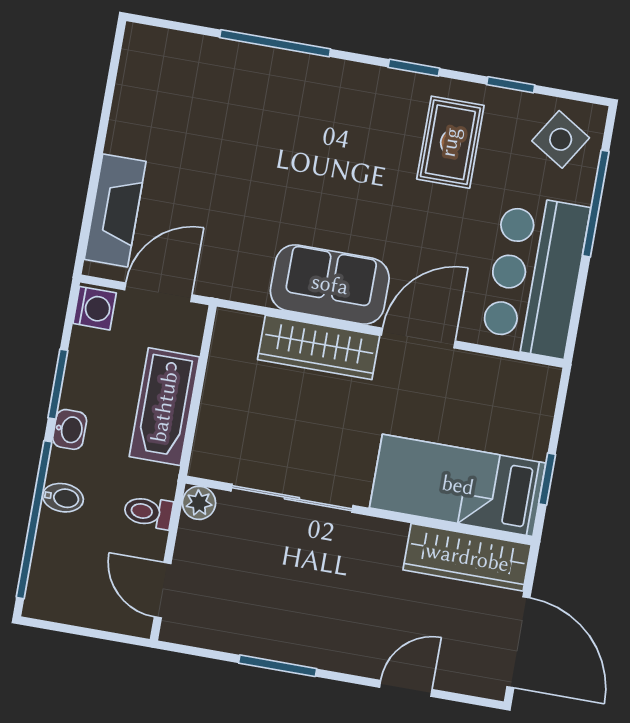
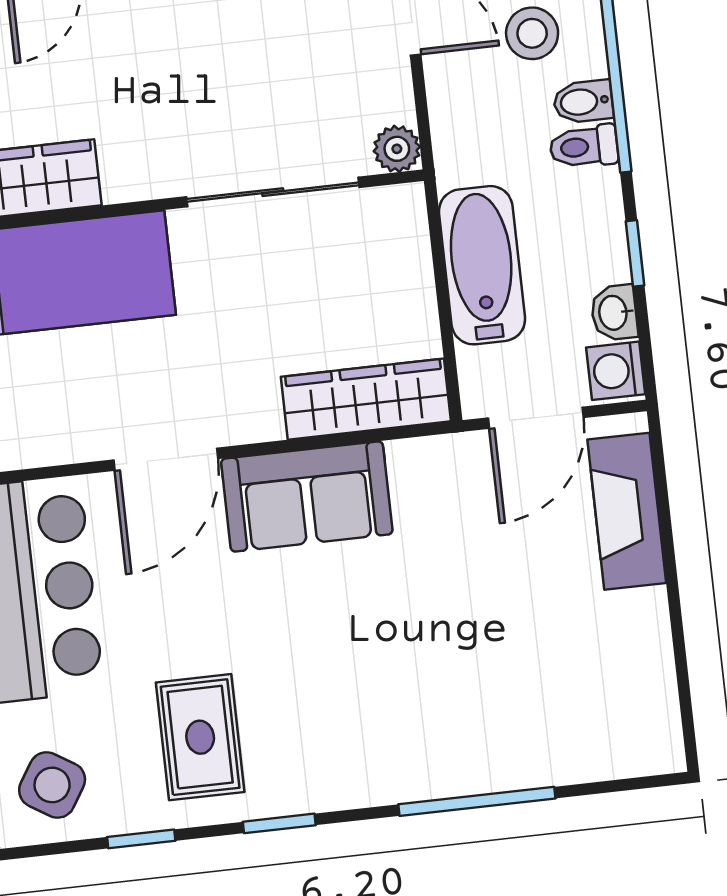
wardrobe: (319, 347) -> (366, 399), moved
window: (58, 384) -> (635, 253), width x0.67
washbasin: (70, 429) -> (614, 313), moved
toilet: (148, 512) -> (584, 147), moved, turned 180
stool: (84, 554) -> (532, 33), added

